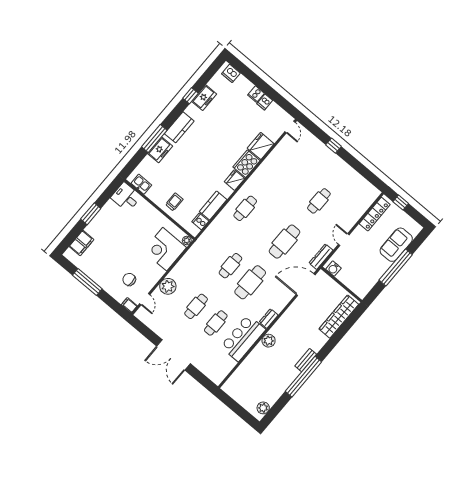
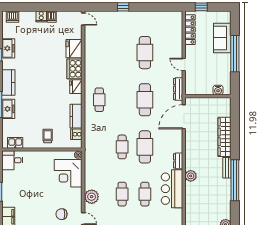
cafe table: (319, 201) -> (145, 53), width x1.37, depth x1.35
water cooler: (333, 269) -> (218, 90), moved
wardrobe: (339, 317) -> (224, 137), moved

